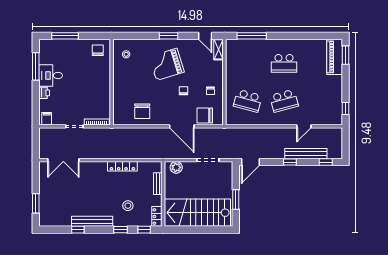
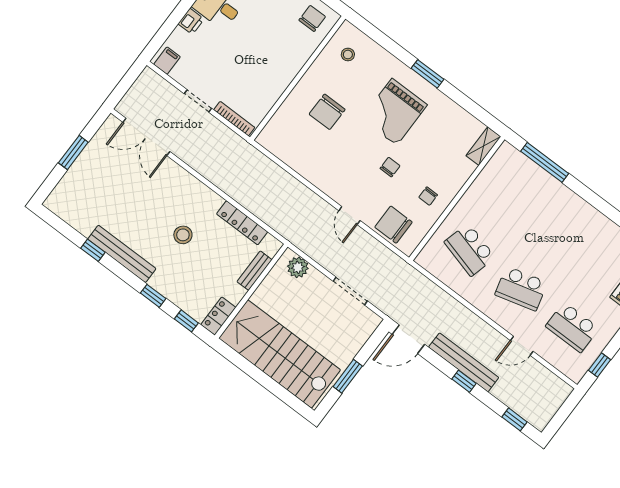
door: (205, 36) -> (479, 113), removed
school desk: (284, 63) -> (572, 327), moved
grand piano: (167, 64) -> (394, 112), turned -73
chair: (142, 111) -> (327, 112), moved
door: (182, 126) -> (349, 216), width x0.53
bench: (306, 154) -> (464, 362), moved
locker: (122, 166) -> (242, 223), moved
window: (36, 203) -> (73, 153), moved
stool: (128, 206) -> (183, 235), moved

